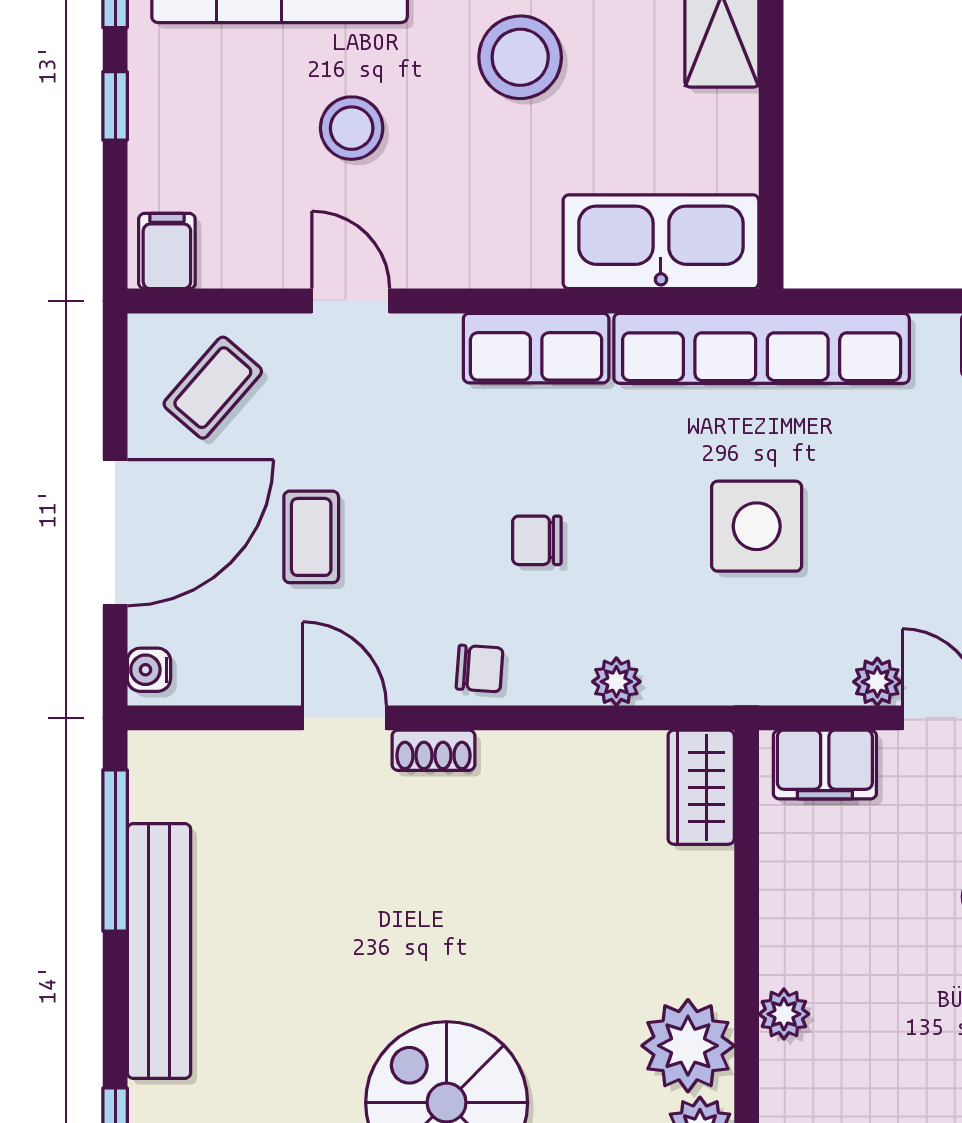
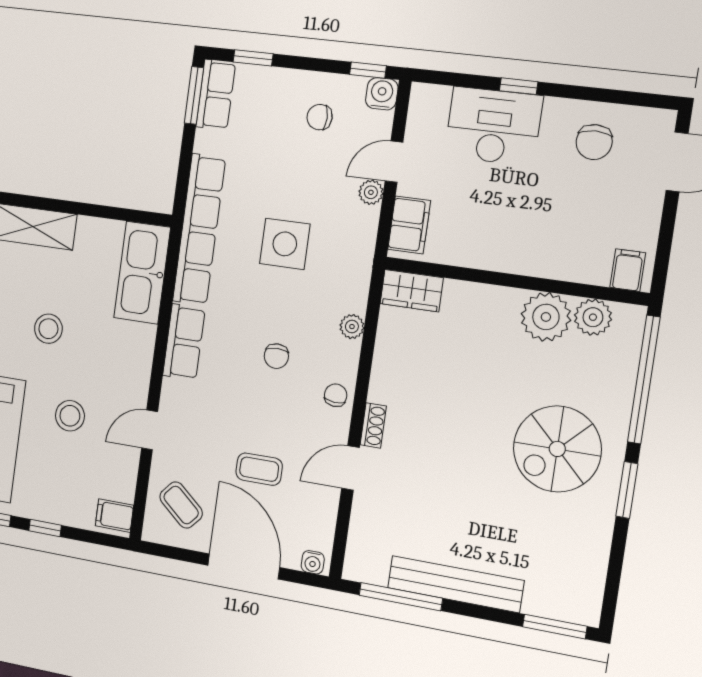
stool: (520, 57) -> (48, 329), width x0.73, depth x0.73
plant: (784, 1014) -> (536, 264), removed

